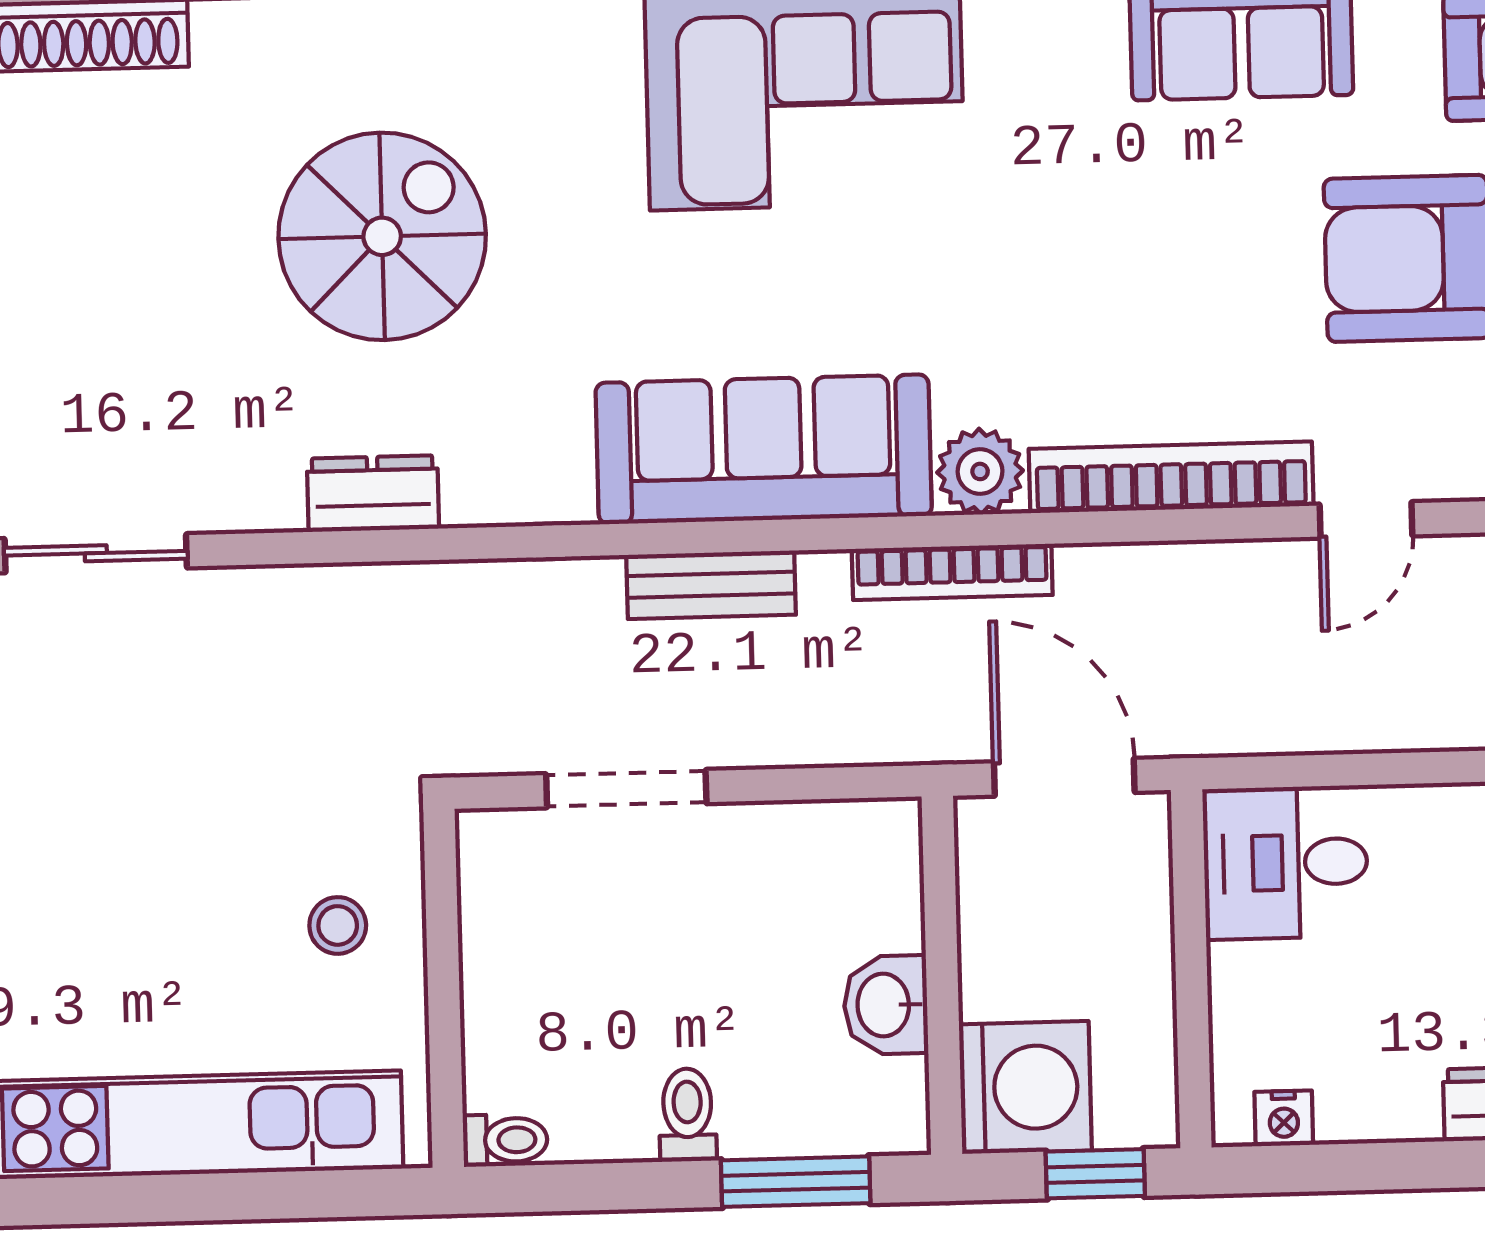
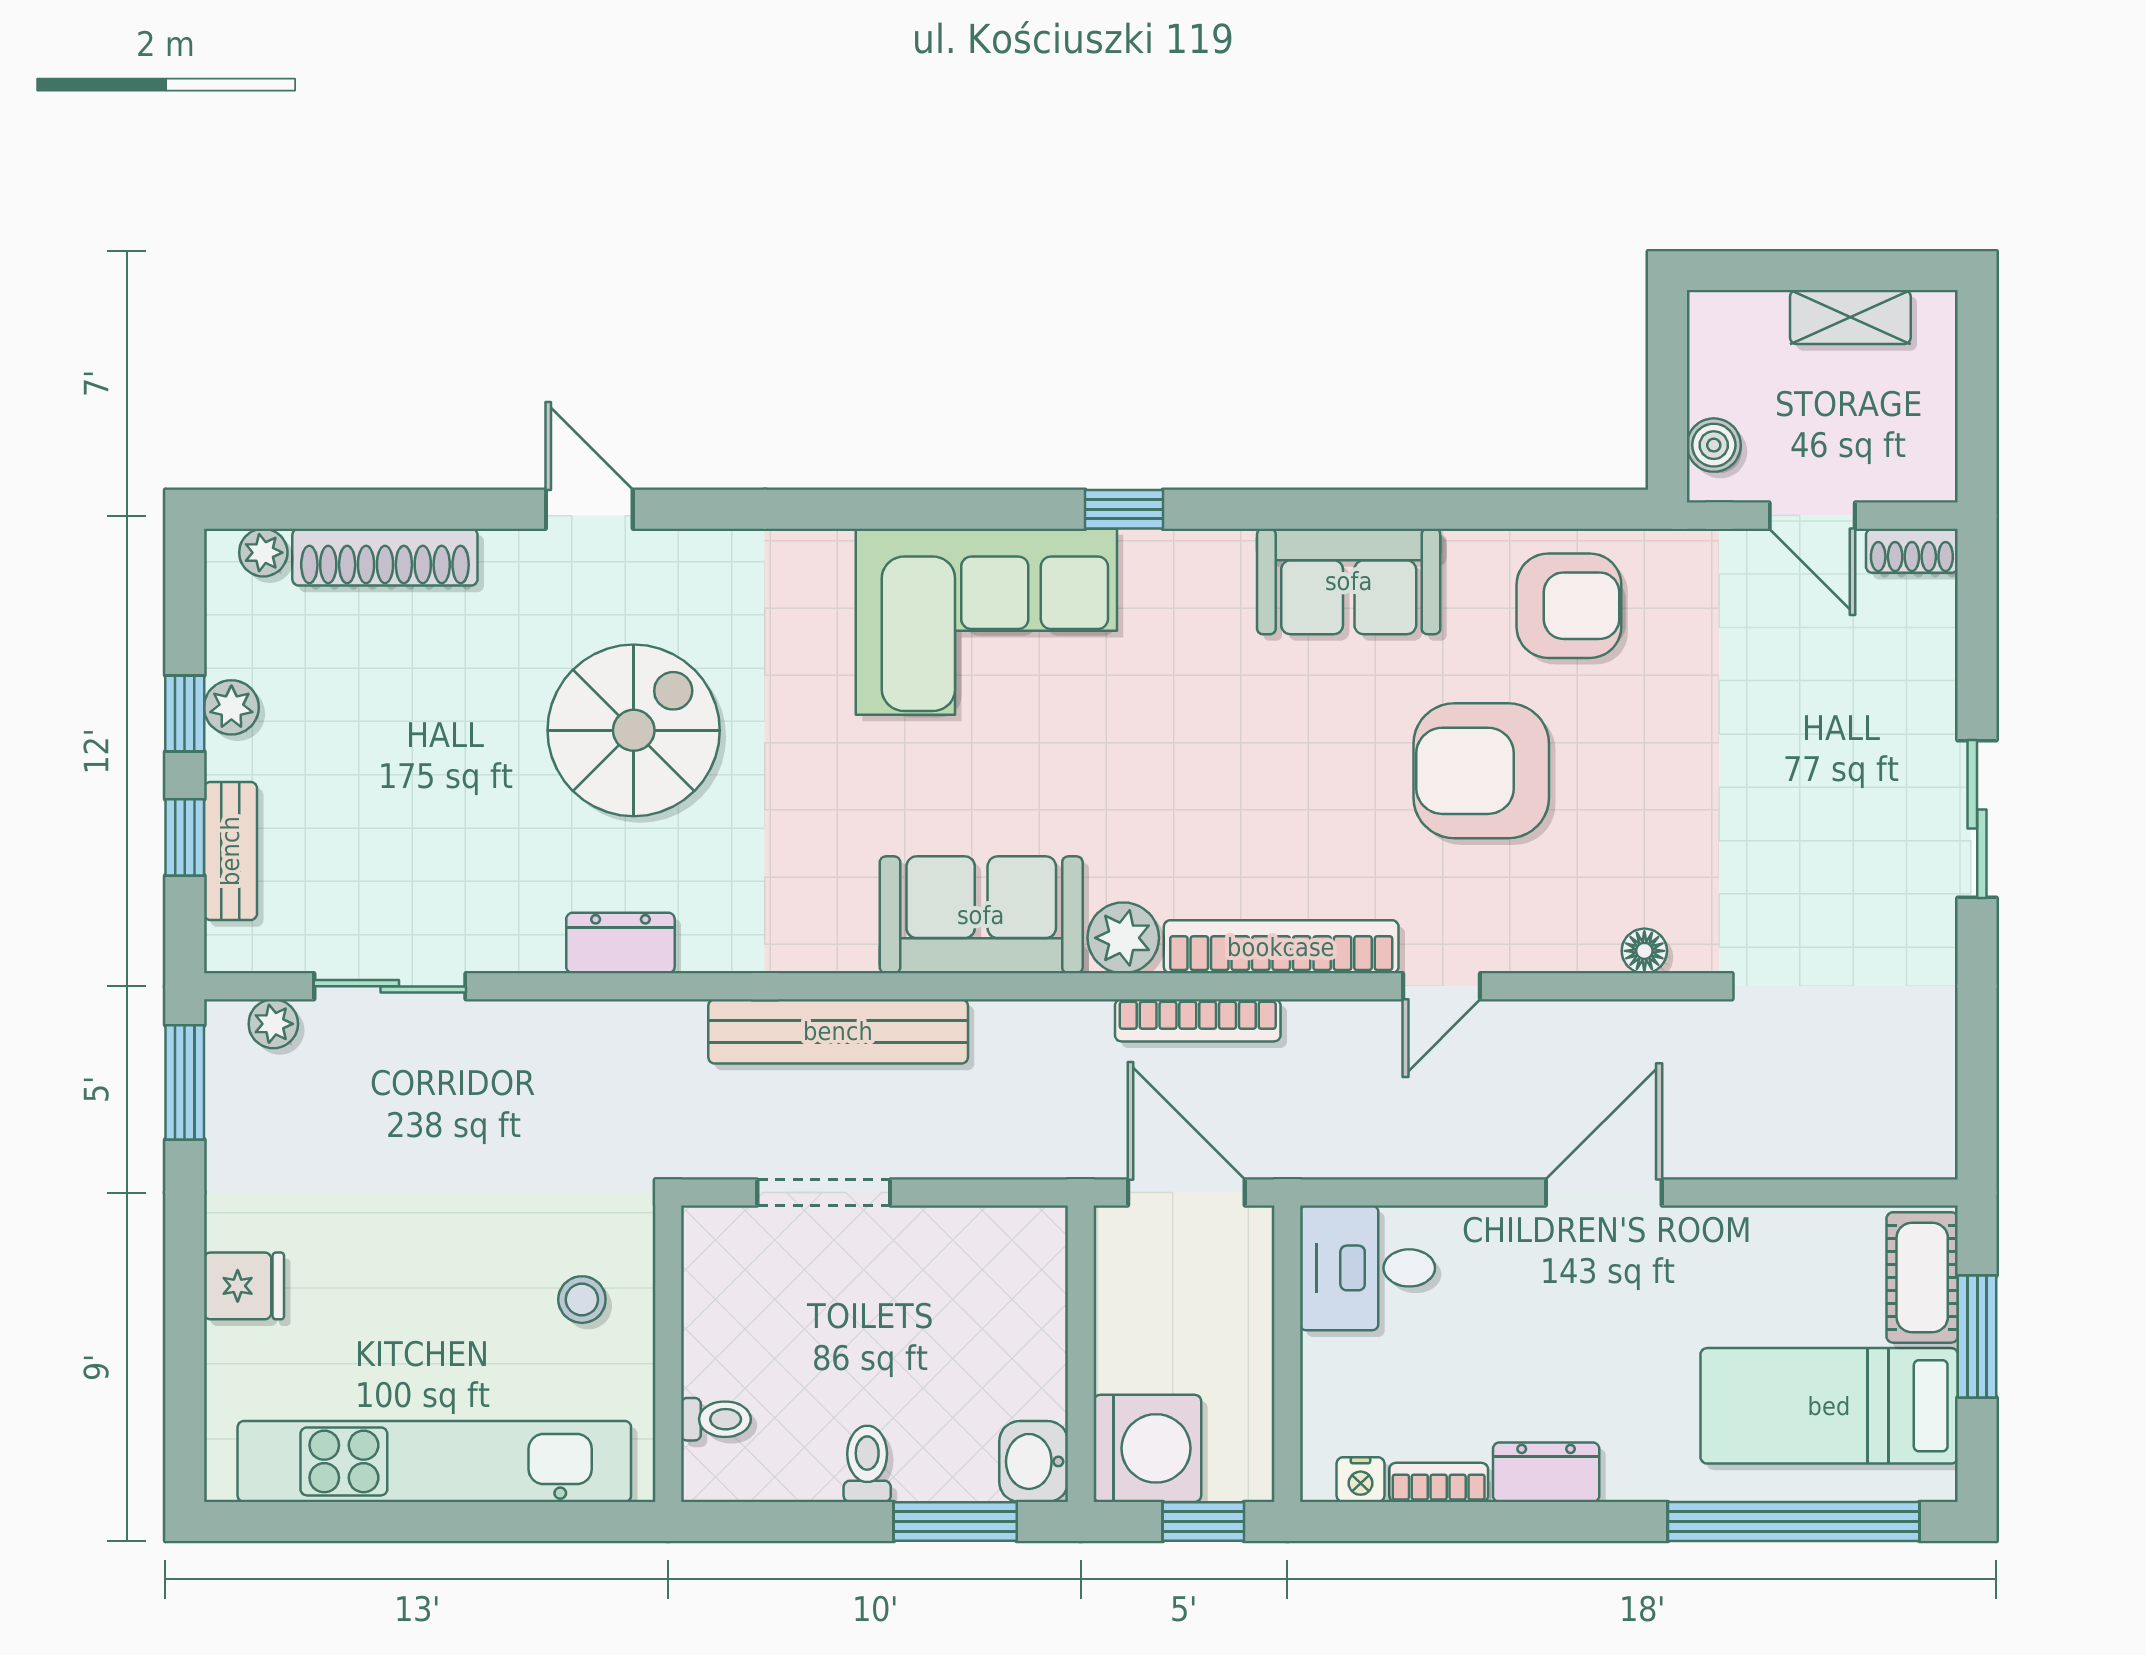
sofa: (764, 449) -> (981, 915), width x0.73
bookcase: (952, 572) -> (1198, 1020), moved
bench: (711, 585) -> (838, 1031), width x1.86, depth x1.21
washbasin: (886, 1005) -> (1034, 1461), moved
bookcase: (1378, 1119) -> (1439, 1482), added
toilet: (505, 1140) -> (716, 1419), moved

